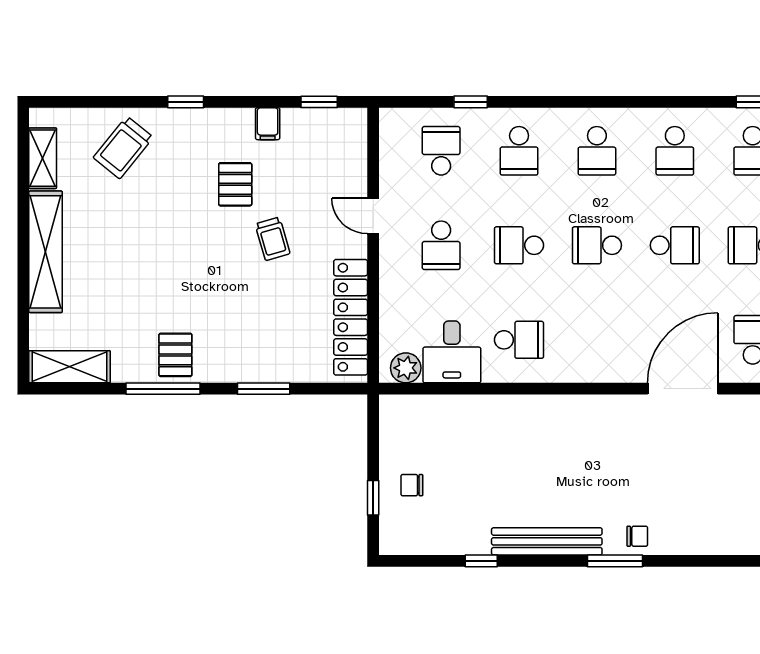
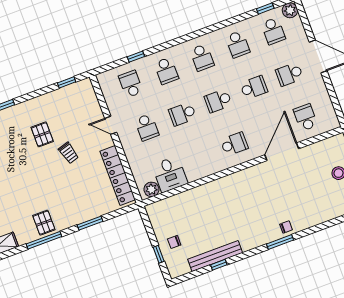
filing cabinet: (268, 124) -> (47, 101), removed
school desk: (519, 340) -> (234, 144), moved
bench: (547, 541) -> (215, 256), moved

